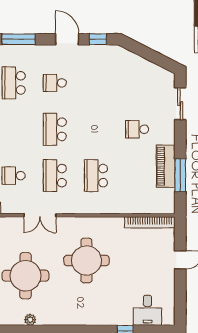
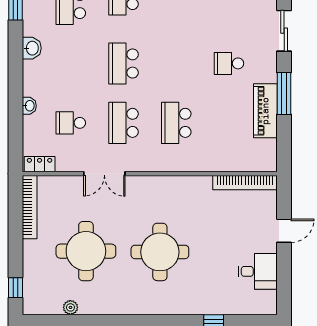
window: (180, 175) -> (284, 94), moved
round table: (86, 260) -> (160, 252), moved
desk: (147, 310) -> (258, 271), moved, turned -90
plant: (30, 320) -> (70, 307), moved

